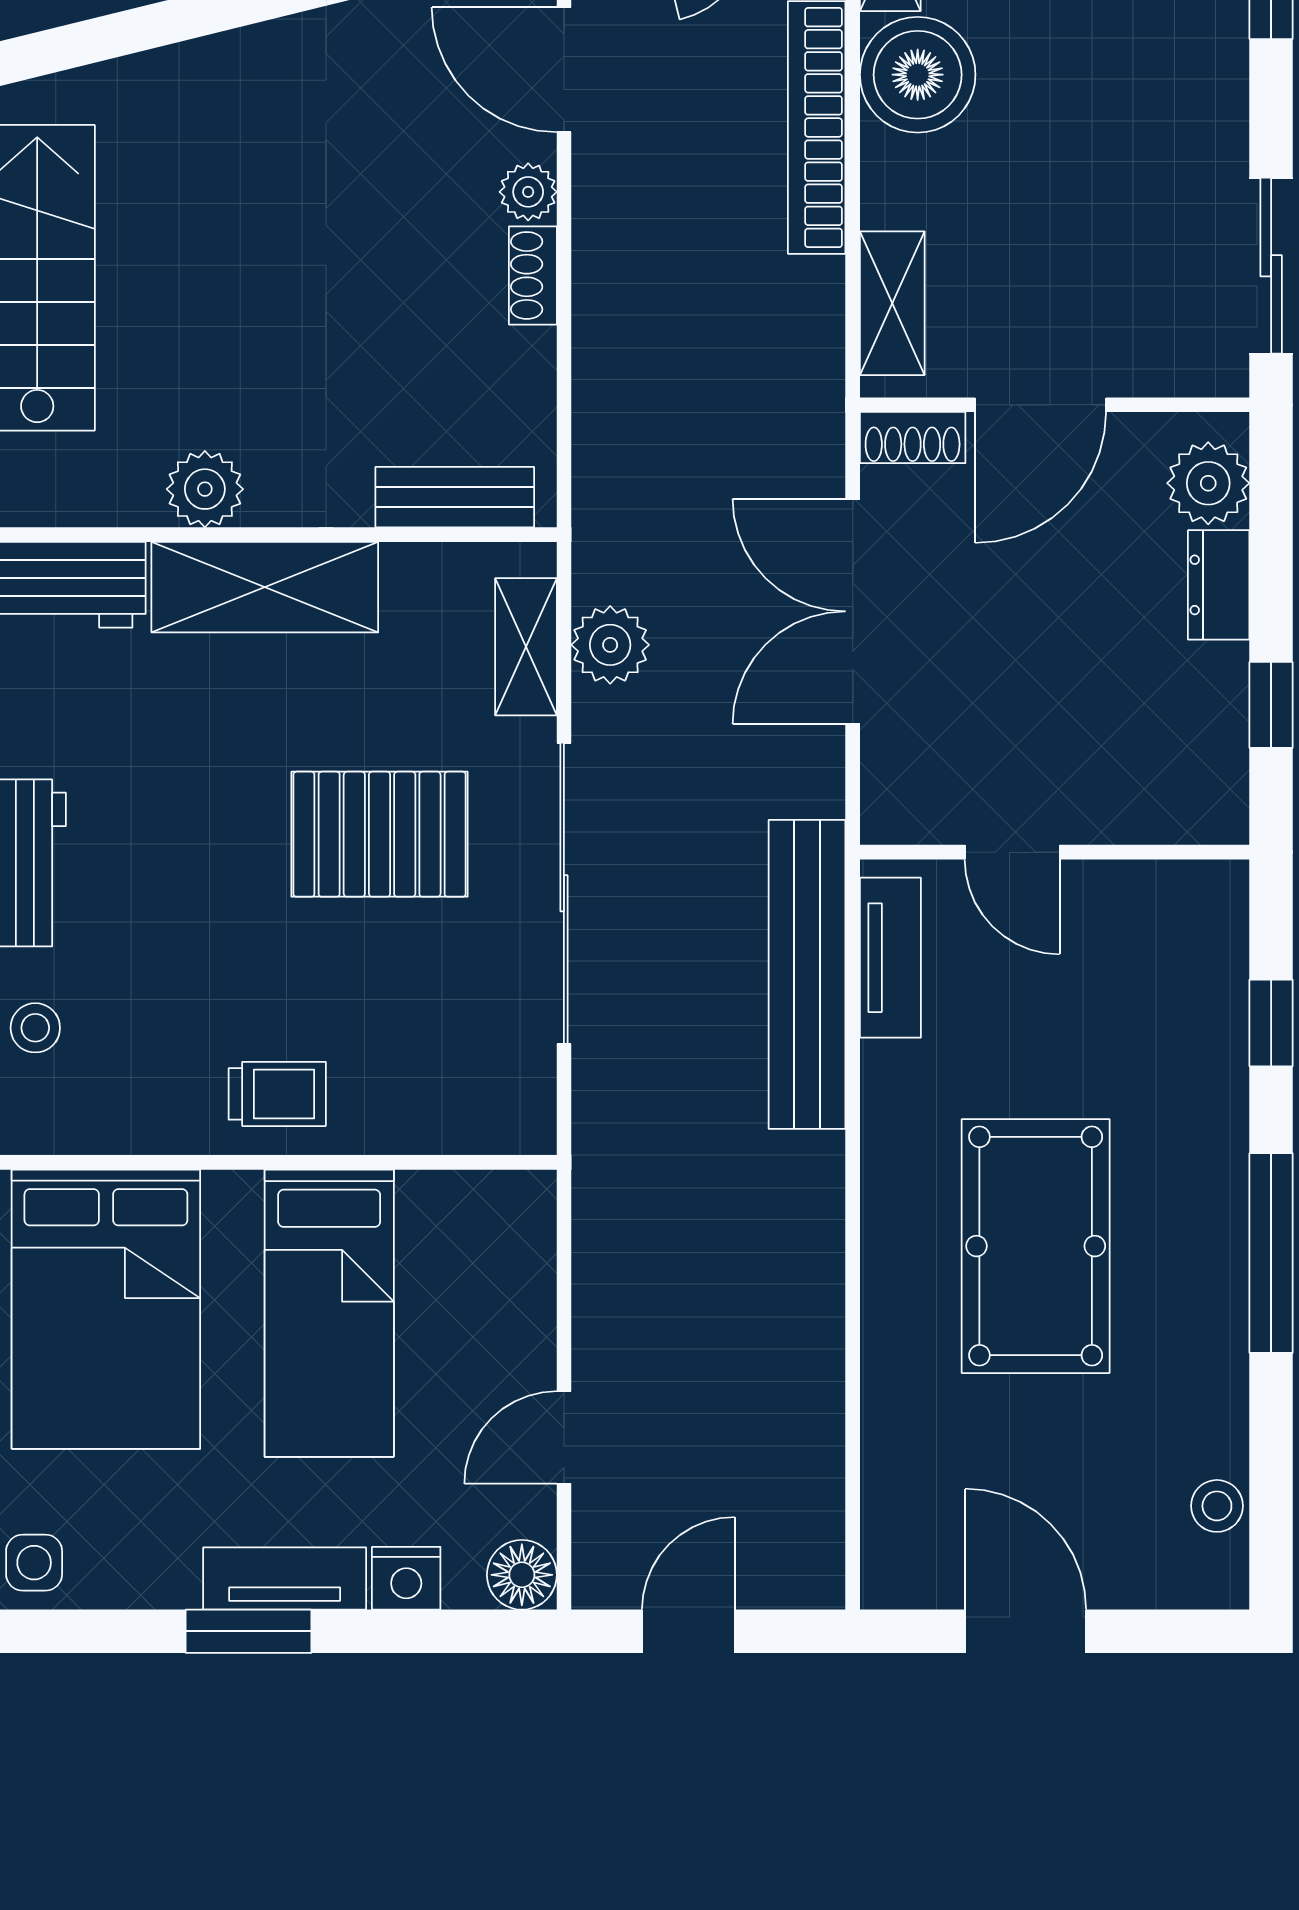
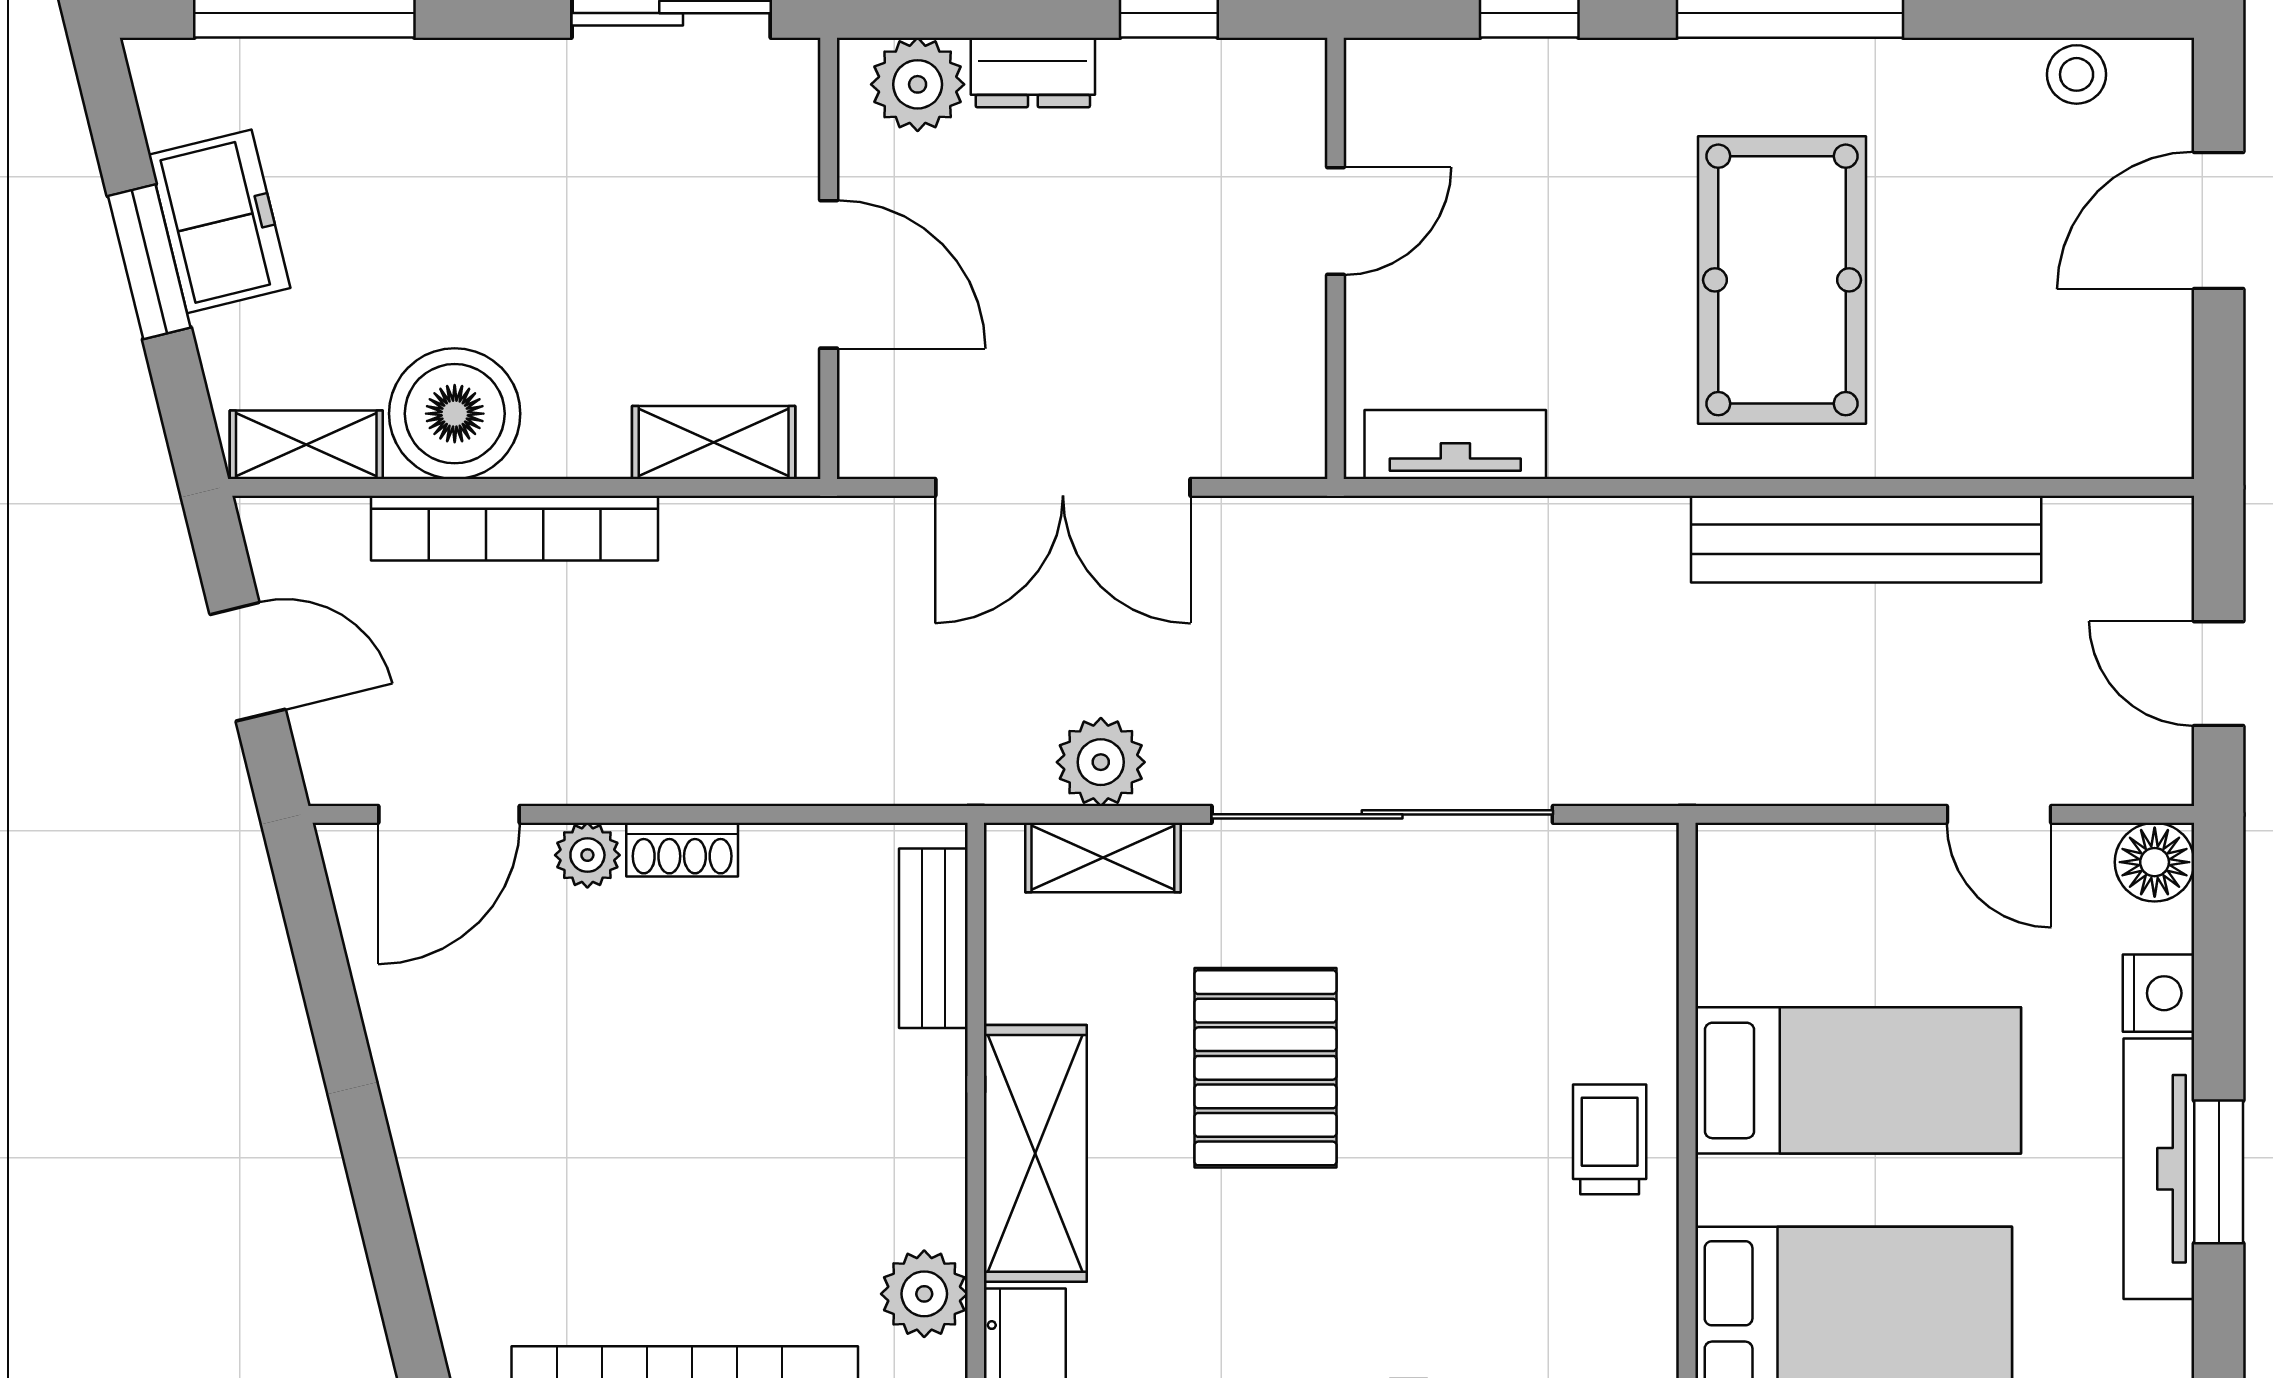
shoe rack: (913, 438) -> (866, 419), removed
plant: (205, 489) -> (924, 1294), moved
pallet: (380, 834) -> (1266, 1068), moved
door: (1012, 852) -> (1336, 221), moved
bench: (807, 974) -> (1866, 539), moved
pool table: (1036, 1246) -> (1782, 280), turned 90
tv unit: (285, 1579) -> (2159, 1169), width x1.41
door: (1026, 1631) -> (2219, 220), moved

